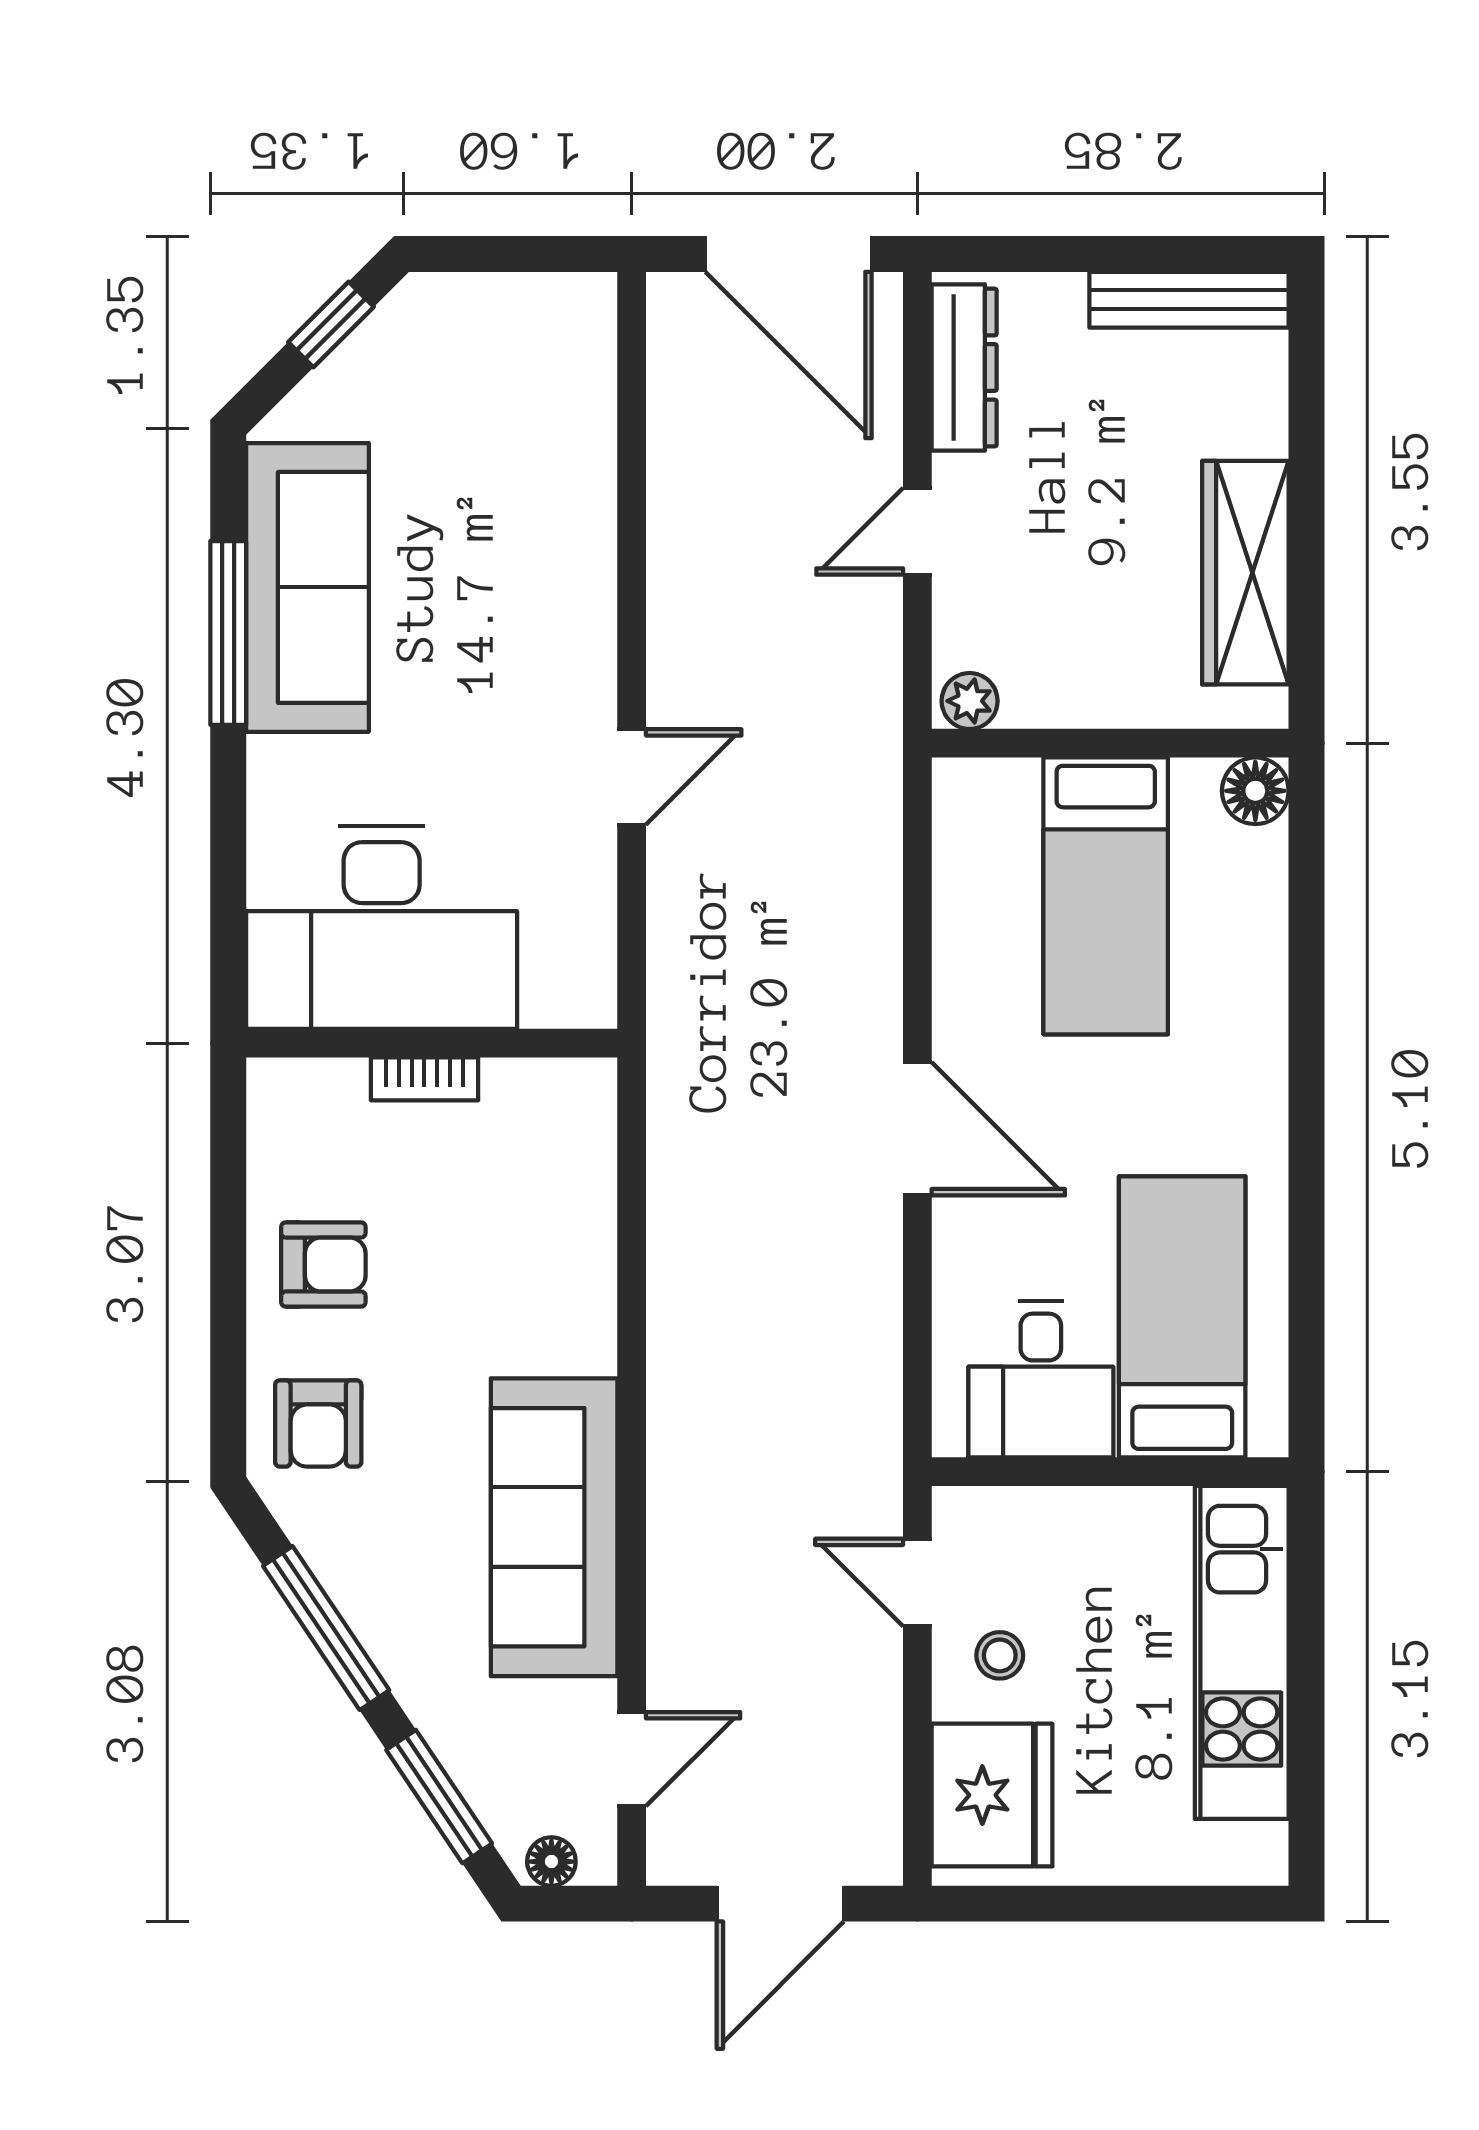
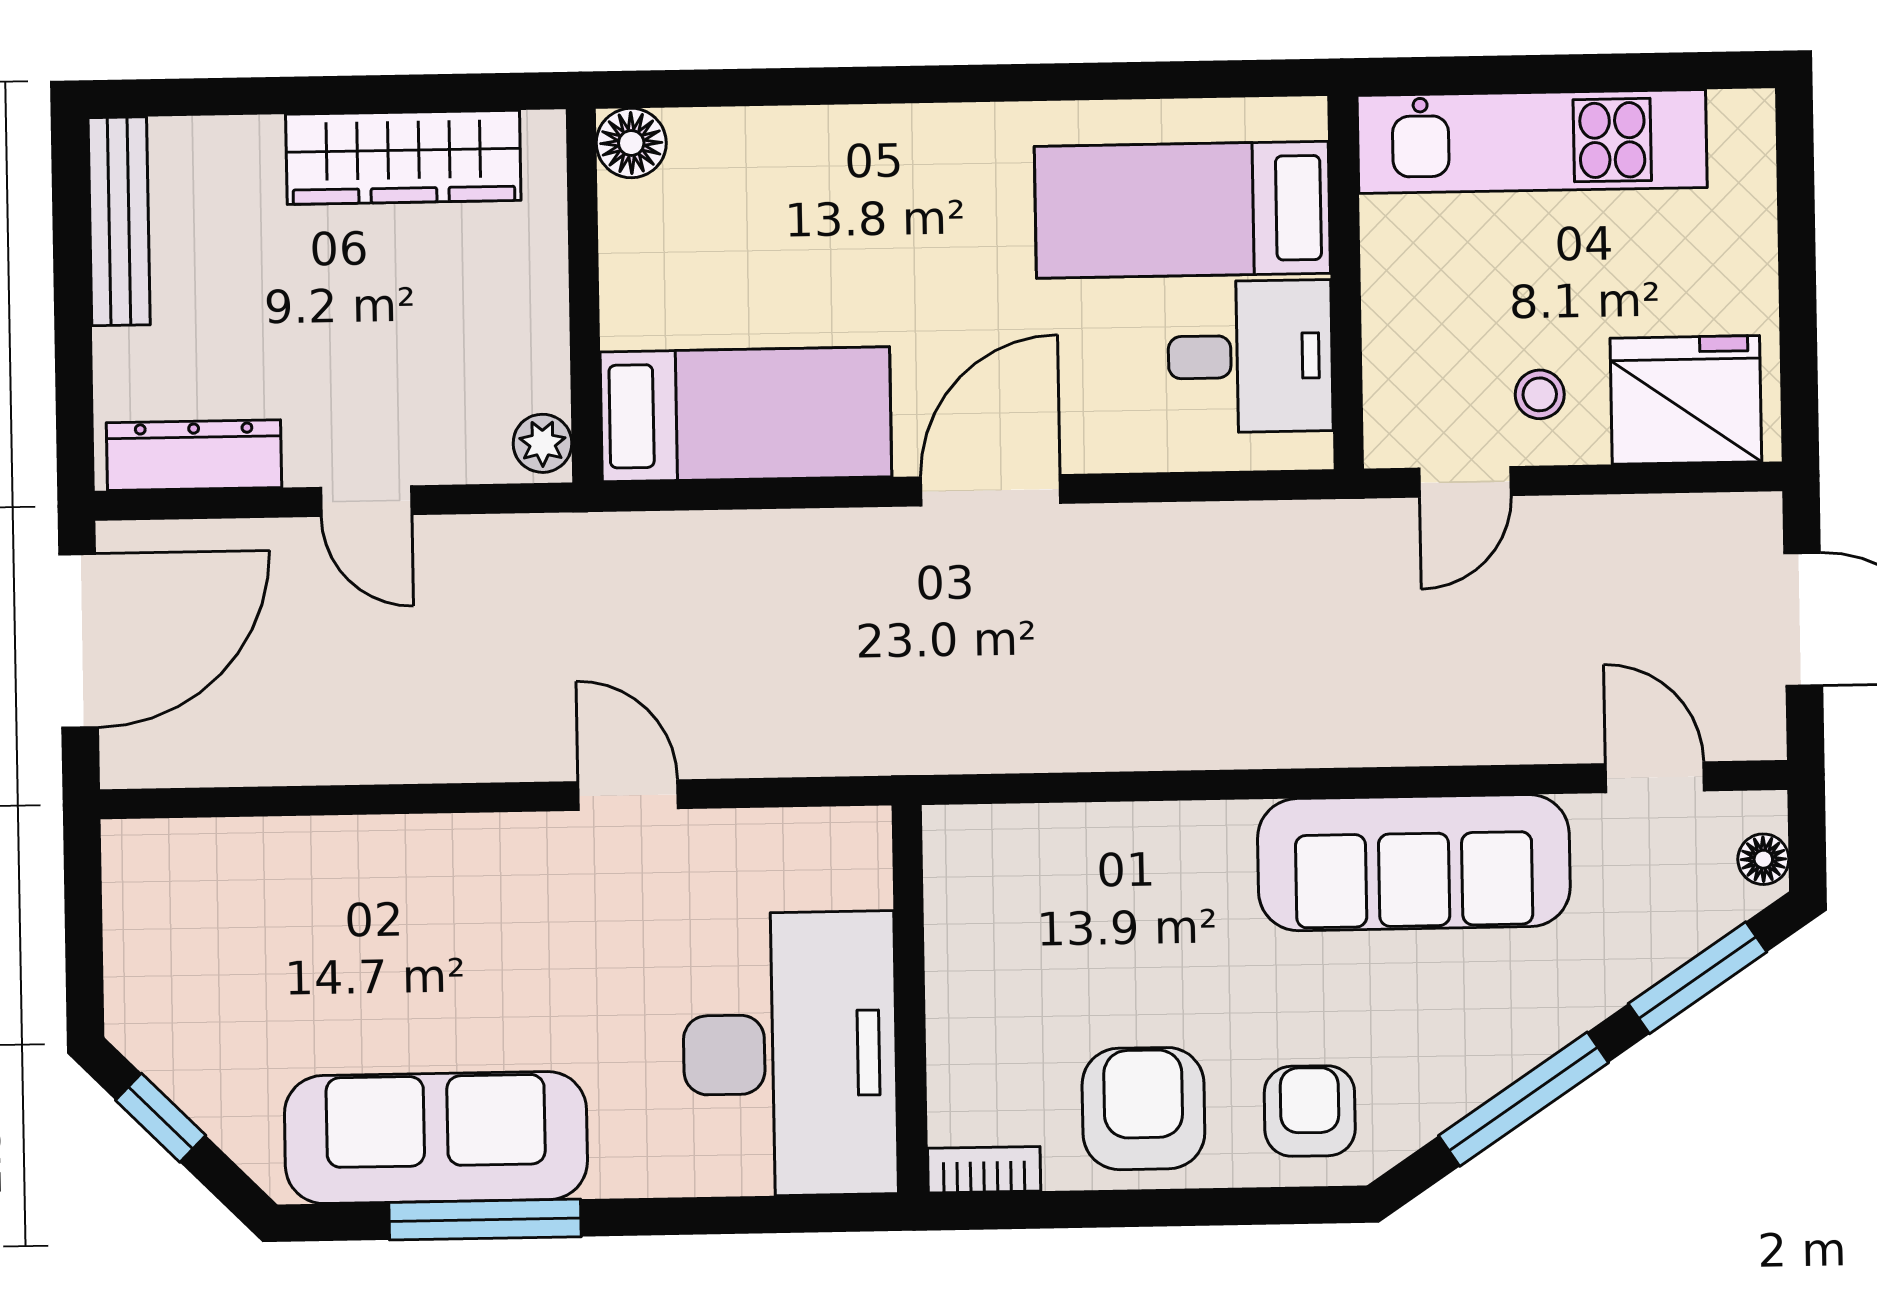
bed: (1106, 896) -> (746, 414), moved
bookcase: (424, 1079) -> (984, 1170), moved, turned -90
armchair: (323, 1265) -> (1143, 1109), width x1.38, depth x1.38
armchair: (318, 1423) -> (1310, 1111), turned -90

